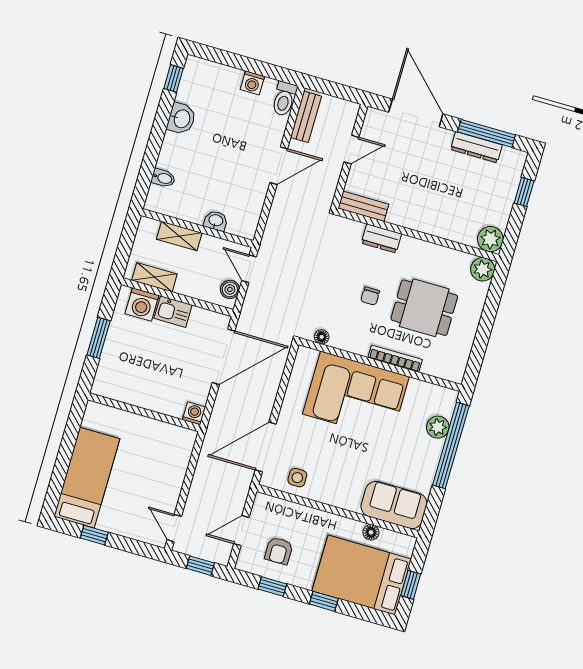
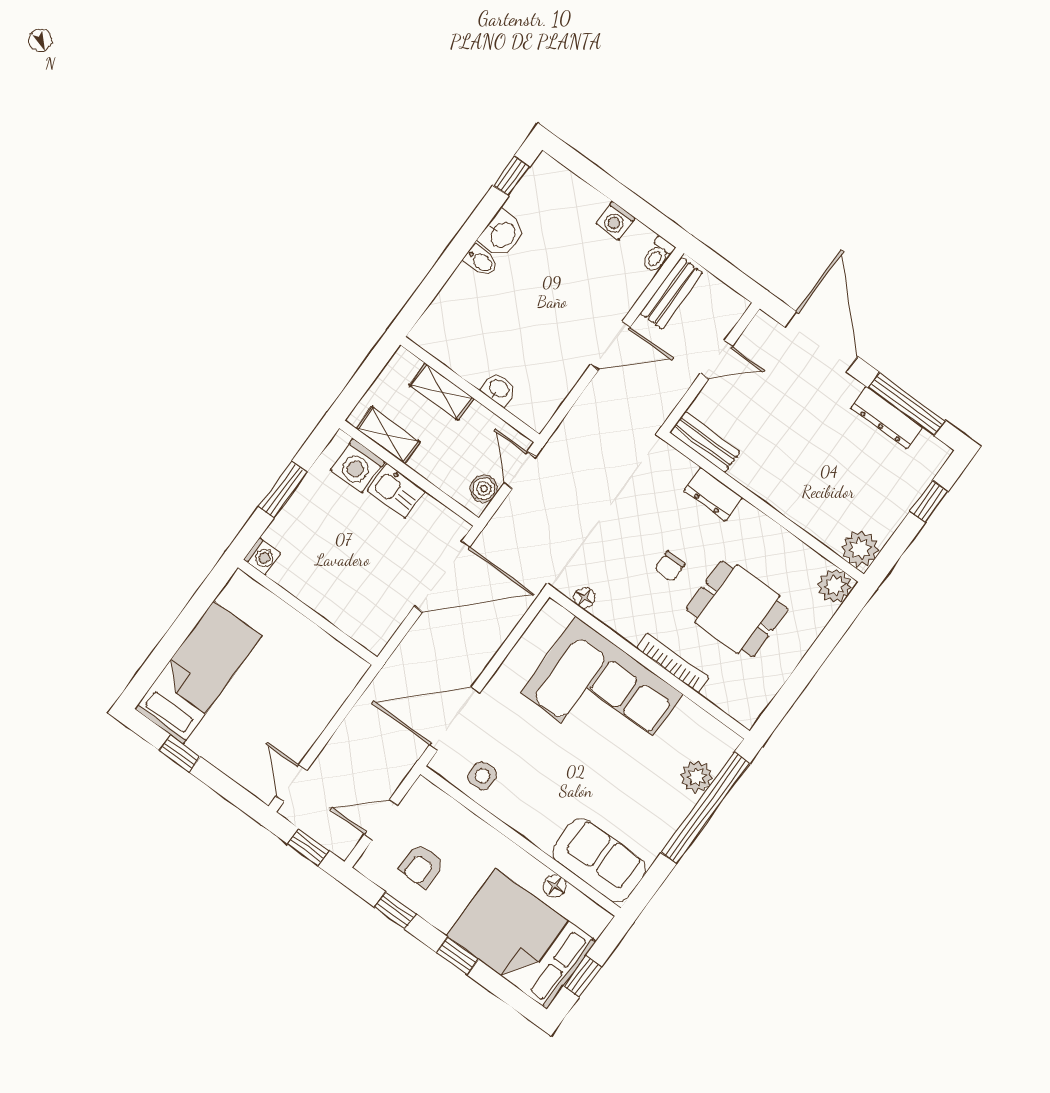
toilet: (284, 99) -> (658, 255), width x0.73, depth x0.72
bidet: (163, 178) -> (481, 261), moved
washing machine: (194, 413) -> (262, 557), moved, turned 90

